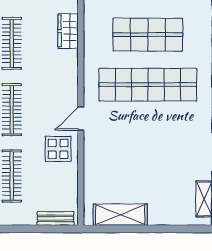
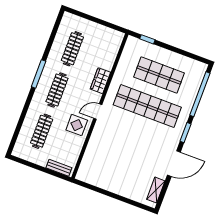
wardrobe: (68, 31) -> (100, 81), moved
shelving: (120, 215) -> (100, 180), removed

